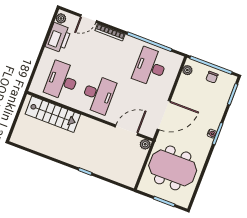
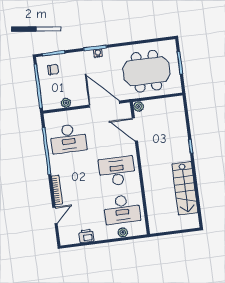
plant: (61, 18) -> (123, 232), moved
door: (89, 19) -> (55, 215), hinge flipped
printer: (58, 38) -> (86, 236), width x0.53, depth x0.68
plant: (187, 70) -> (66, 103), moved
chair: (212, 77) -> (53, 70), moved
stairs: (53, 114) -> (185, 188), moved, turned 180
meeting table: (173, 168) -> (146, 71), turned 90

